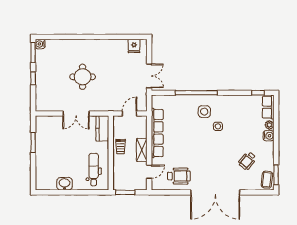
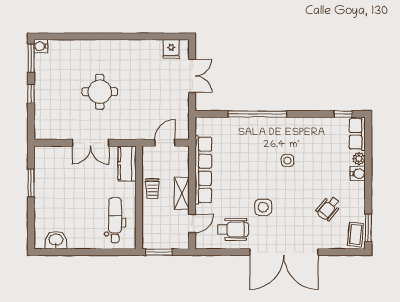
double door: (149, 76) -> (192, 76), moved
side table: (204, 112) -> (263, 207), moved
washbasin: (65, 184) -> (56, 240), moved

